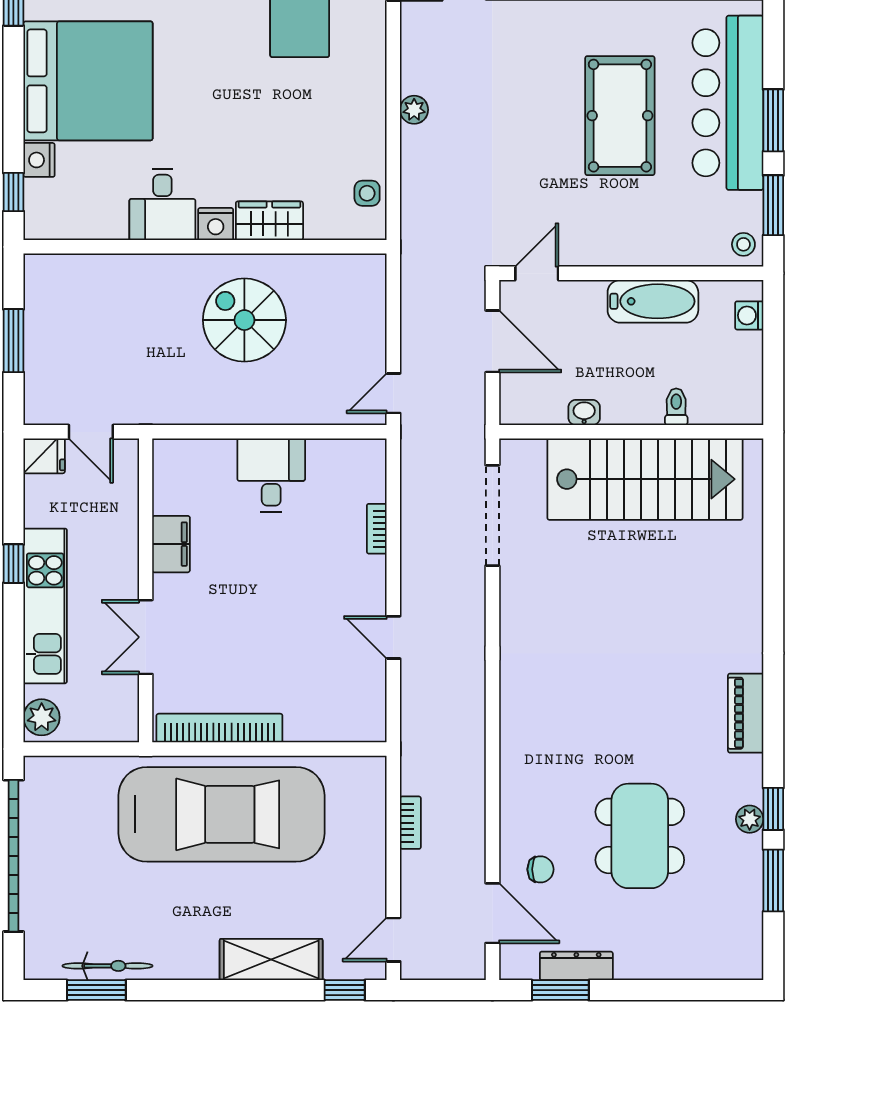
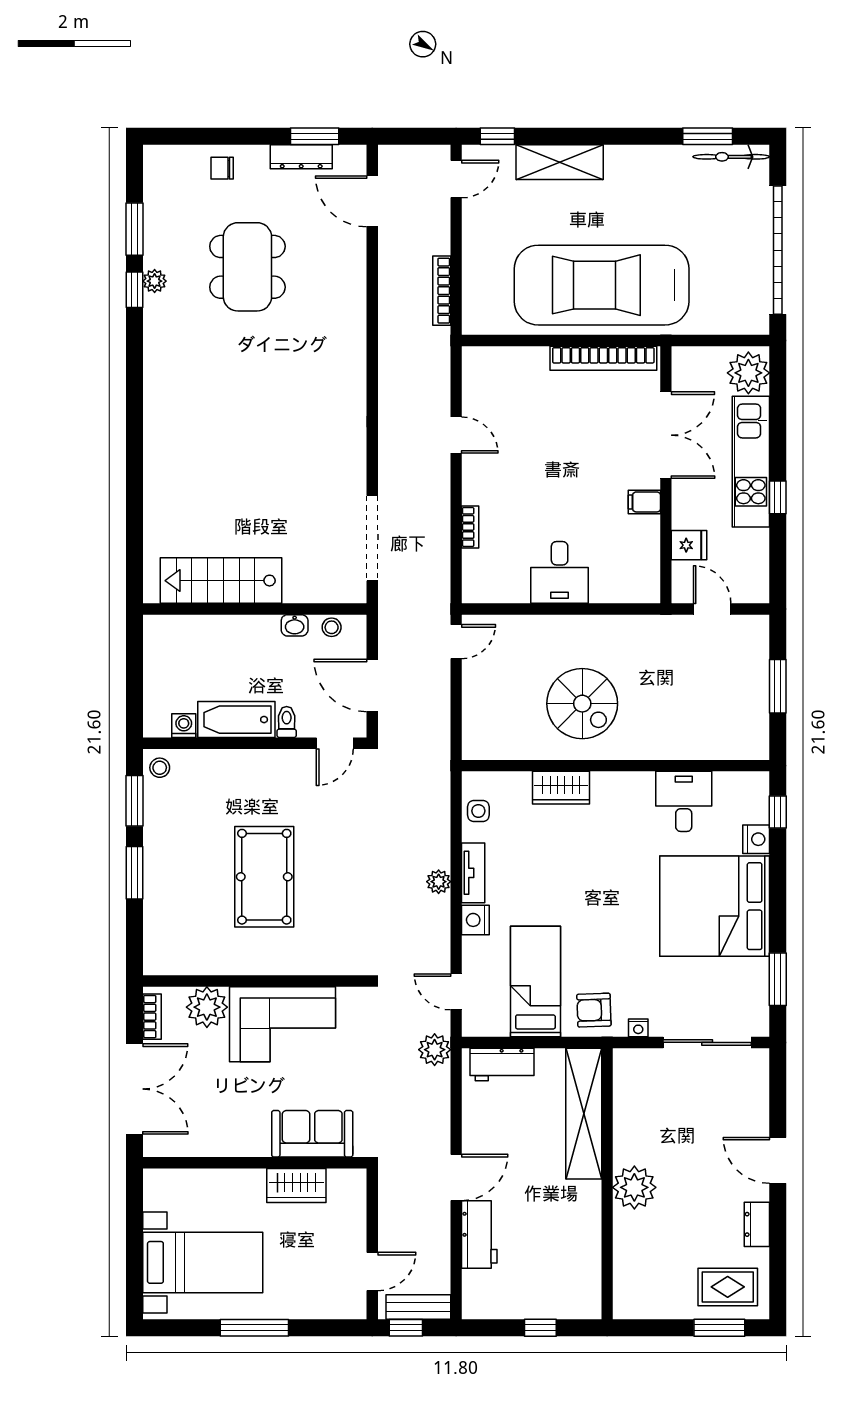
bar counter: (728, 103) -> (173, 888), removed
tv unit: (373, 120) -> (473, 873), added
desk: (162, 205) -> (684, 801), moved
nightstand: (216, 224) -> (475, 920), moved, turned -90
washing machine: (749, 315) -> (184, 726), moved, turned -90
toilet: (676, 407) -> (287, 722), moved, turned 180
stool: (540, 410) -> (332, 627), added
fridge: (44, 456) -> (689, 545), moved, turned 180
stairs: (645, 479) -> (221, 581), width x0.73, depth x0.66
filing cabinet: (171, 544) -> (644, 502), width x0.50
double door: (146, 637) -> (666, 435), width x1.37
piano: (746, 713) -> (158, 371), removed
plant: (42, 717) -> (748, 373), width x1.36, depth x1.36
bookcase: (410, 823) -> (442, 291), width x1.56
chair: (540, 869) -> (222, 168), moved
bicycle: (107, 966) -> (731, 157), moved

